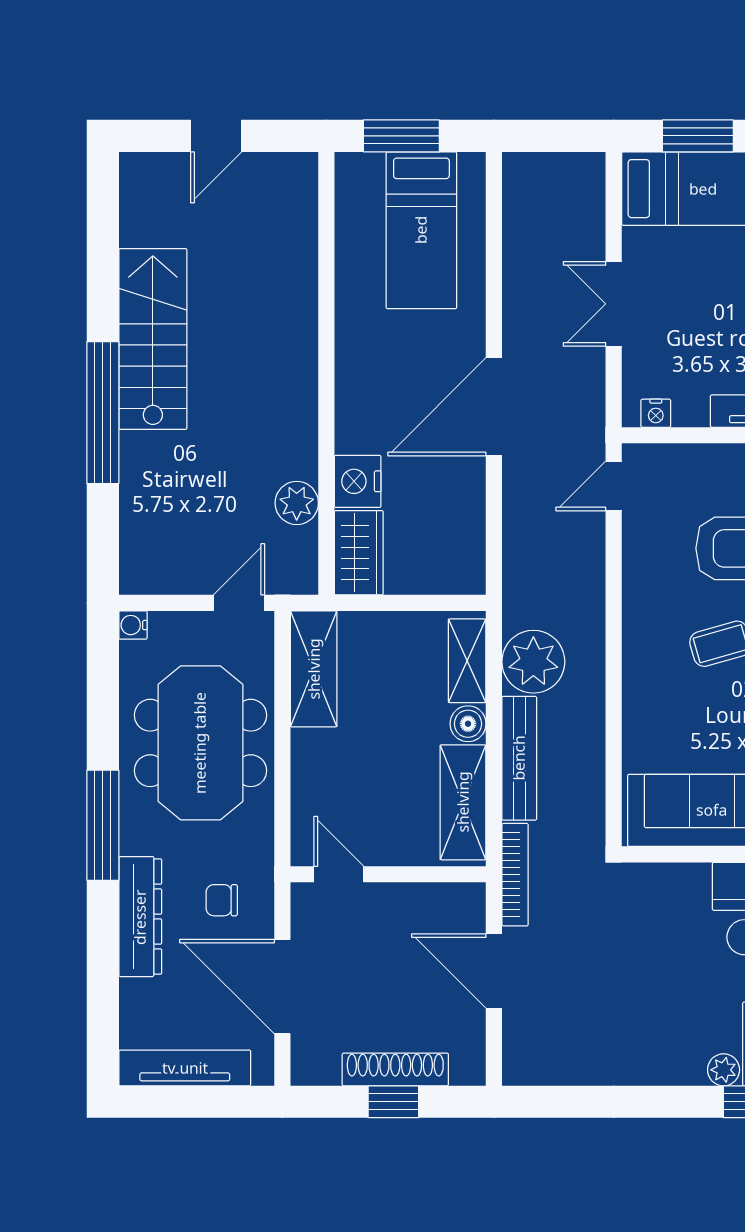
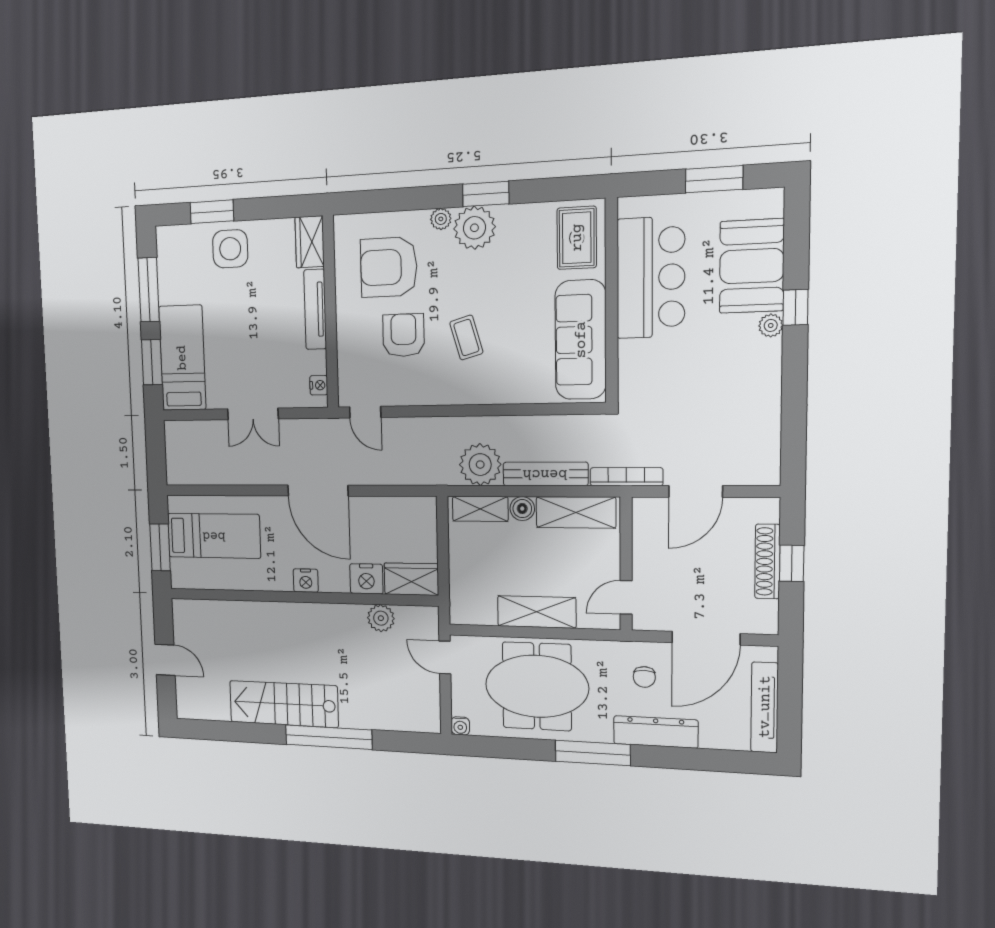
nightstand: (353, 382) -> (306, 581), added
shelving: (314, 669) -> (537, 612), moved

